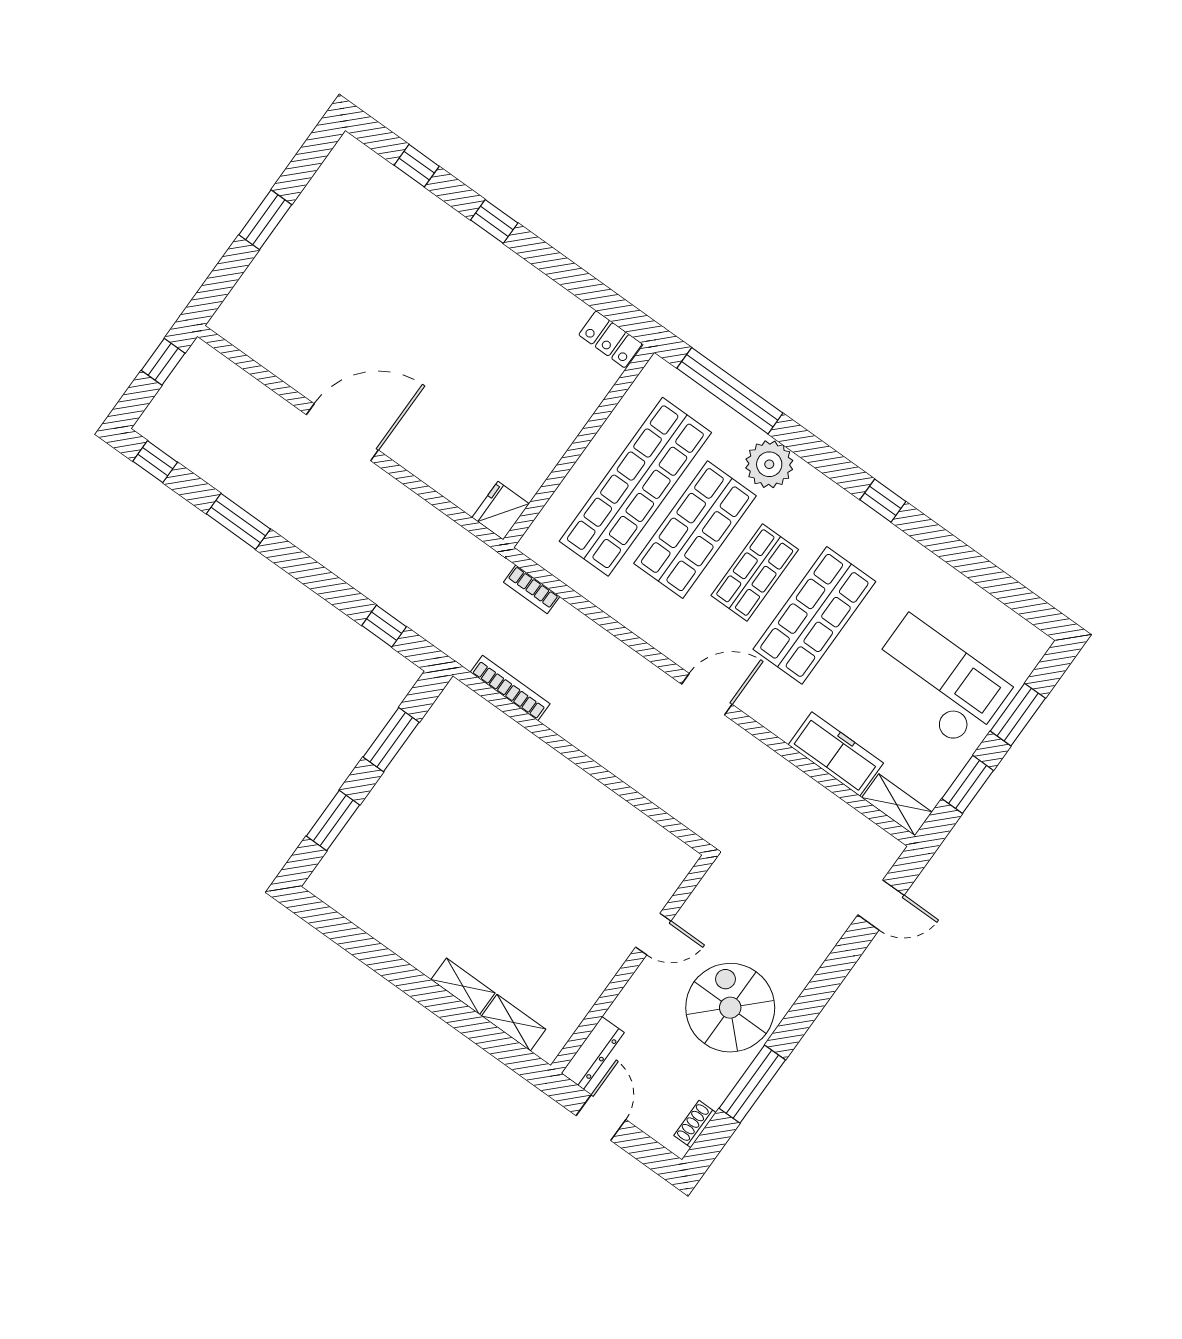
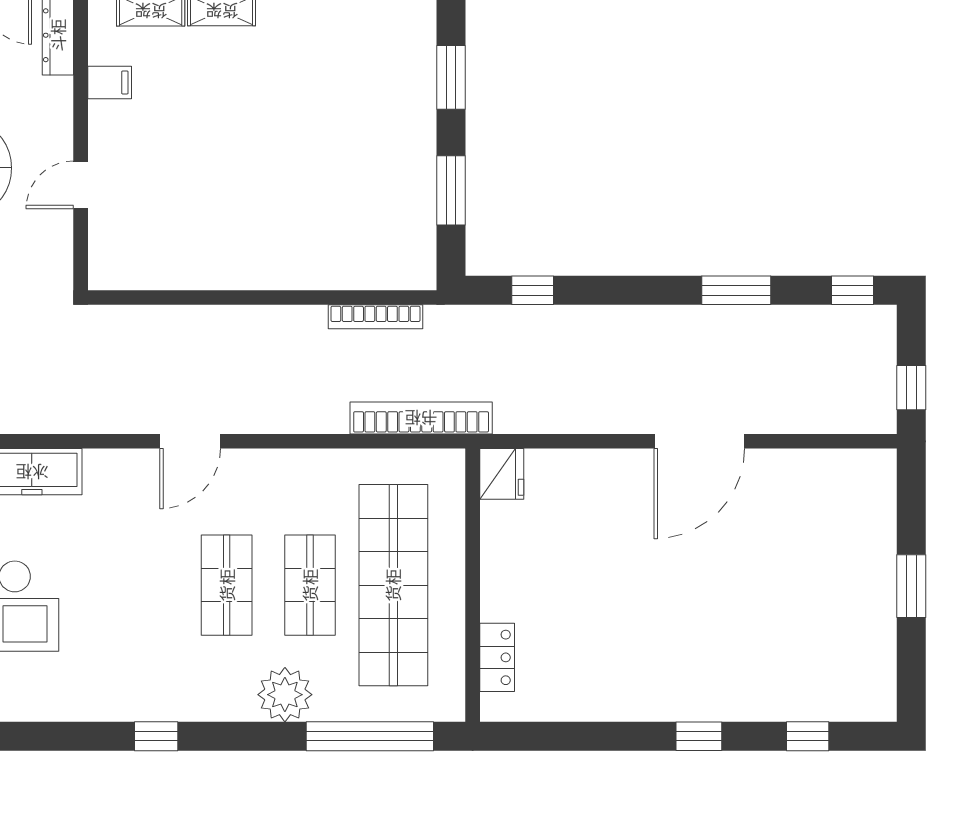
locker: (610, 339) -> (497, 657), moved, turned 90
shop shelf: (695, 530) -> (310, 585), width x0.70, depth x0.74
bookcase: (532, 589) -> (421, 418), width x2.31, depth x1.31
shop shelf: (814, 615) -> (143, 585), removed
filing cabinet: (580, 992) -> (110, 82), added

